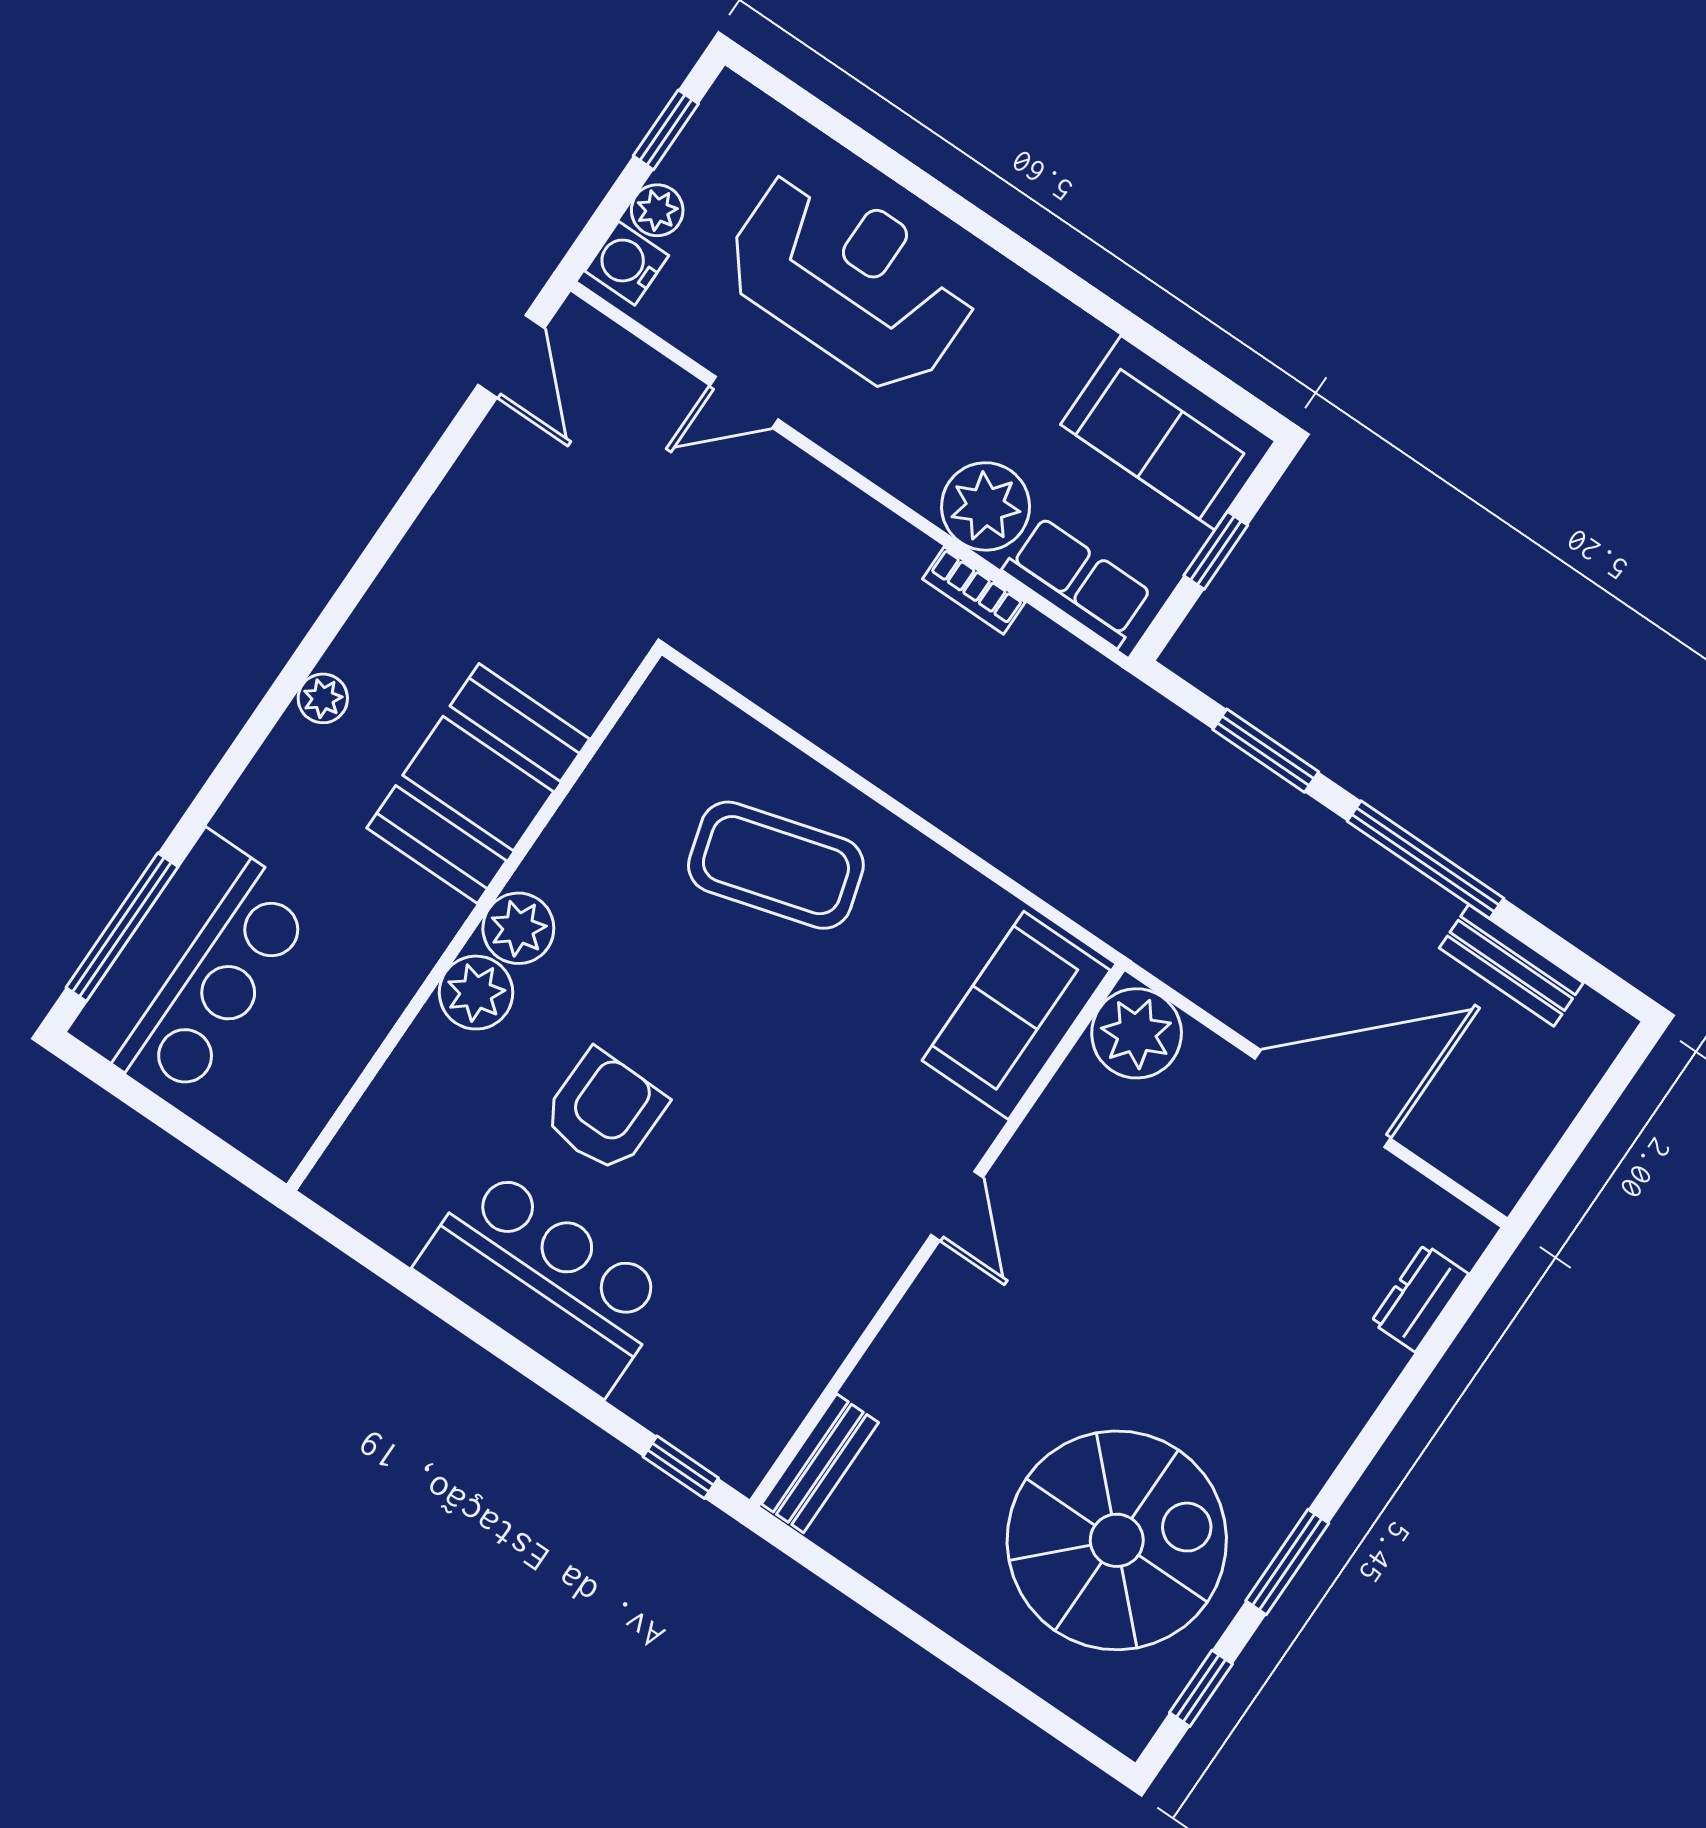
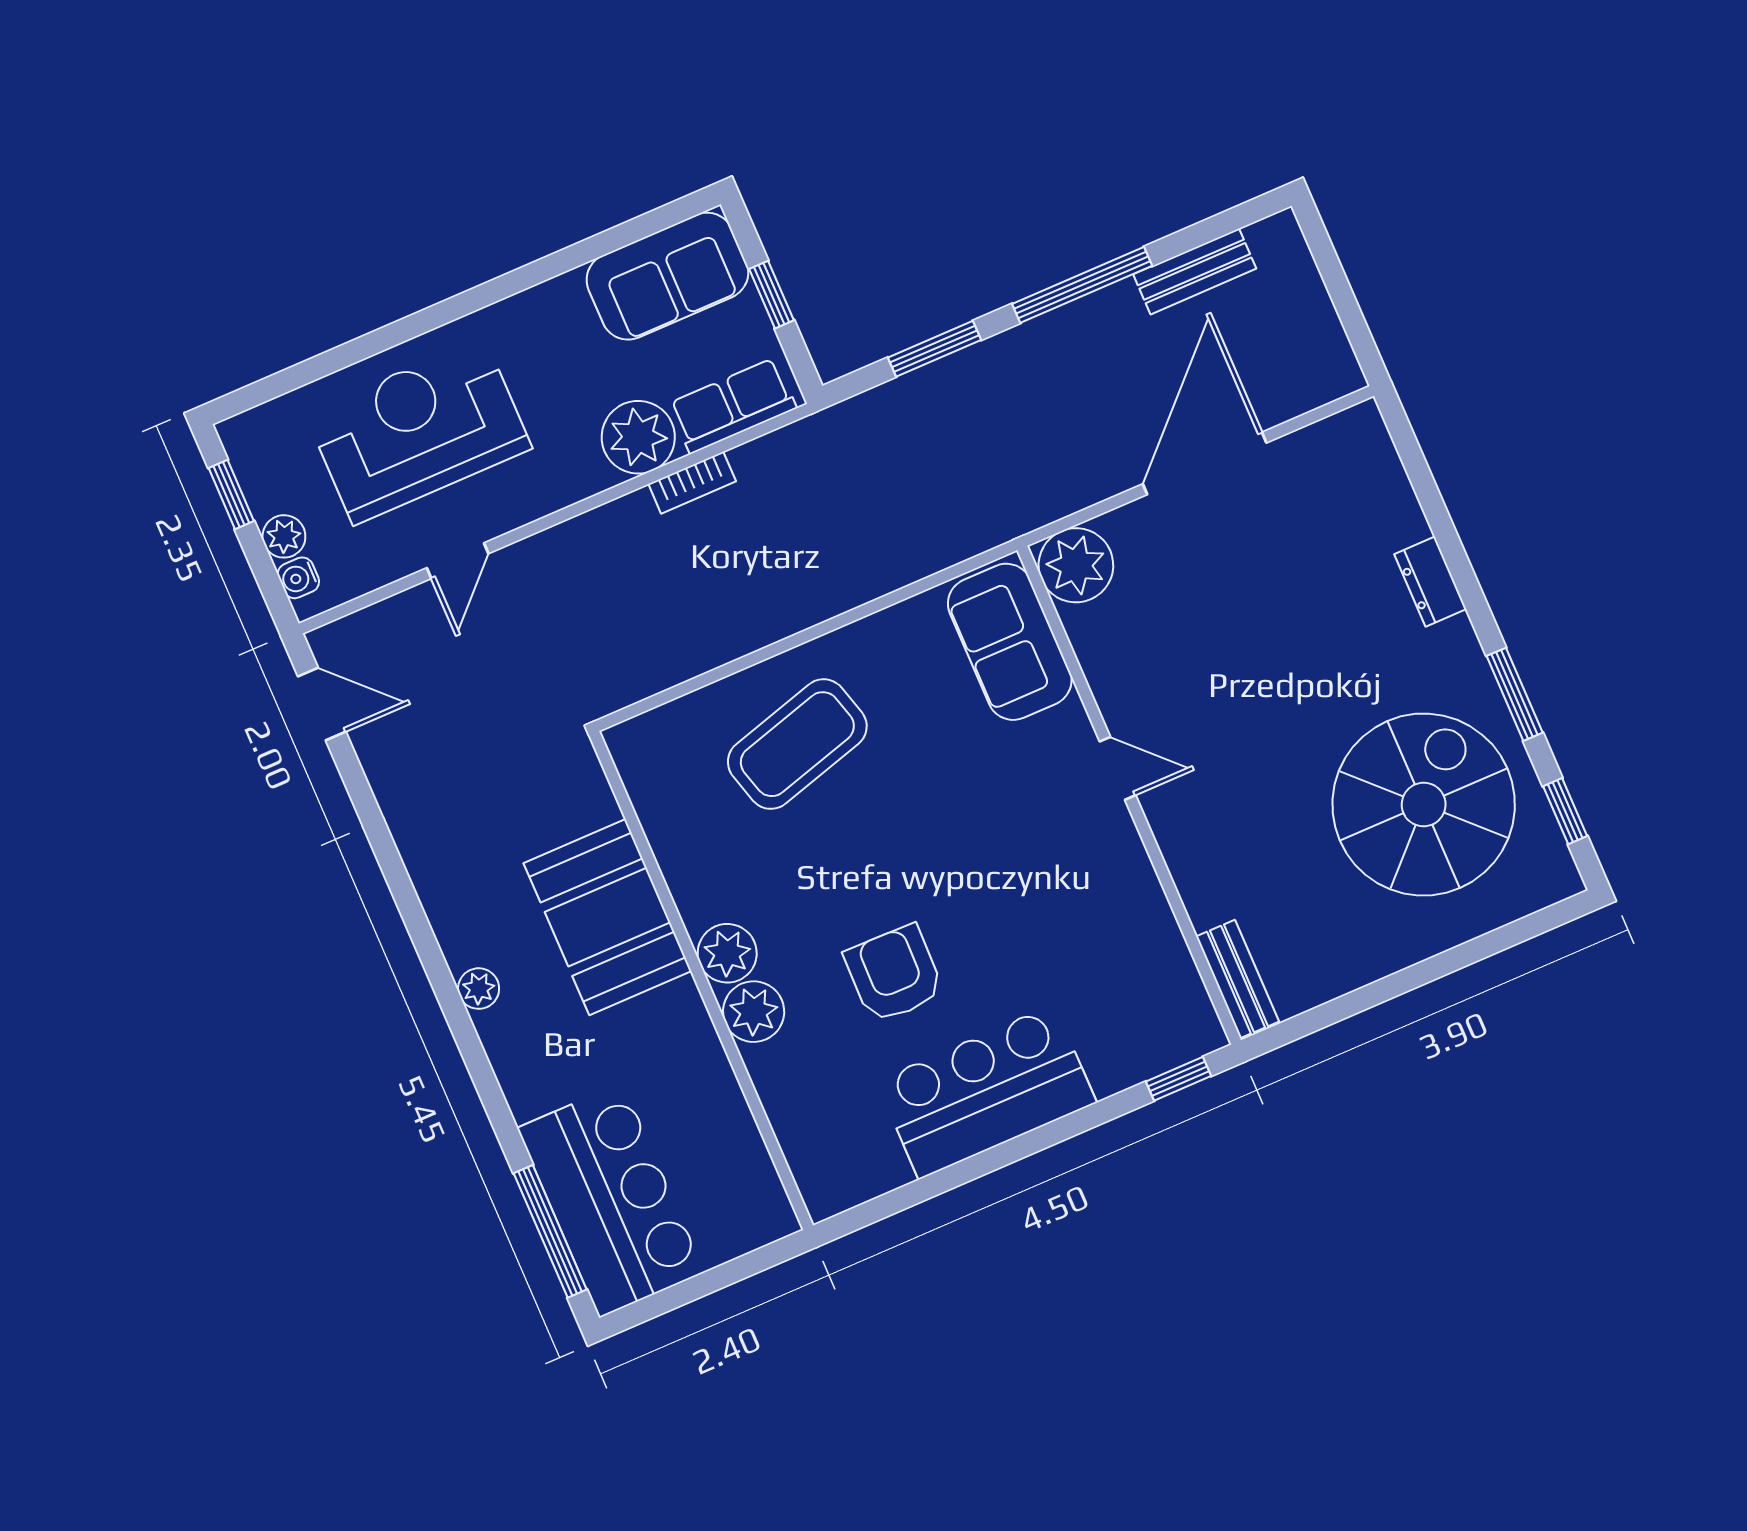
water cooler: (627, 263) -> (298, 578), width x0.72, depth x0.72
dresser: (1420, 1298) -> (1430, 582), moved

